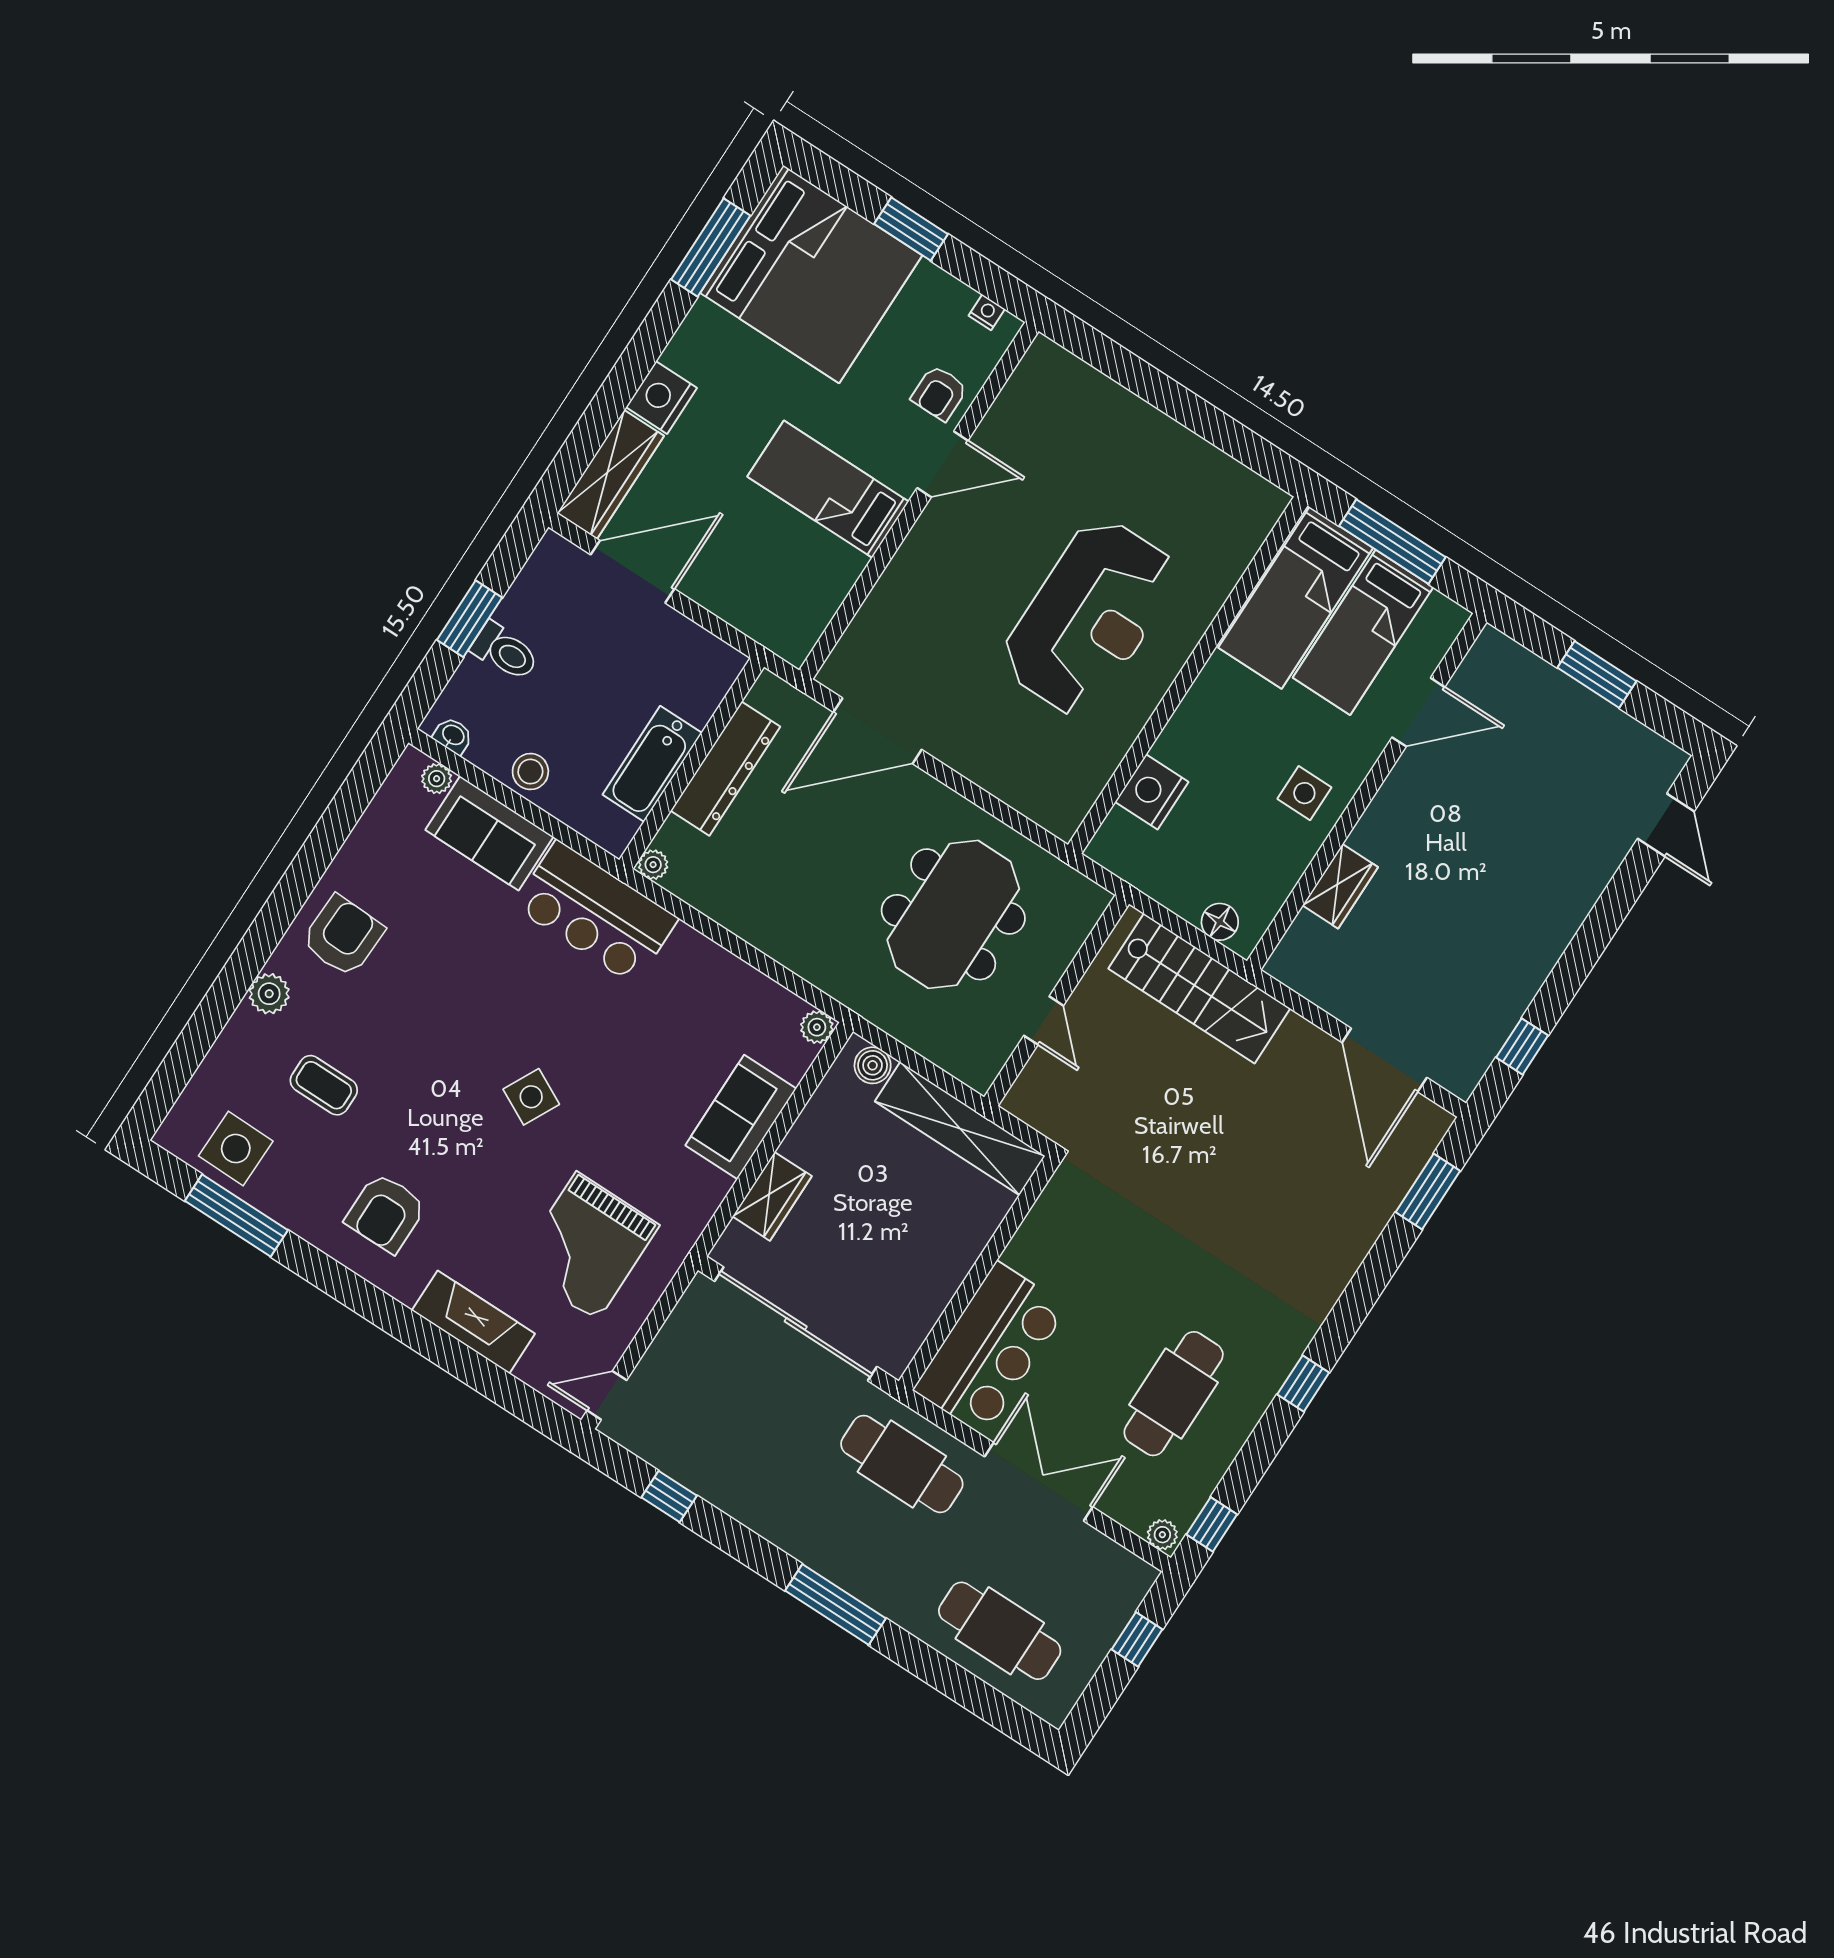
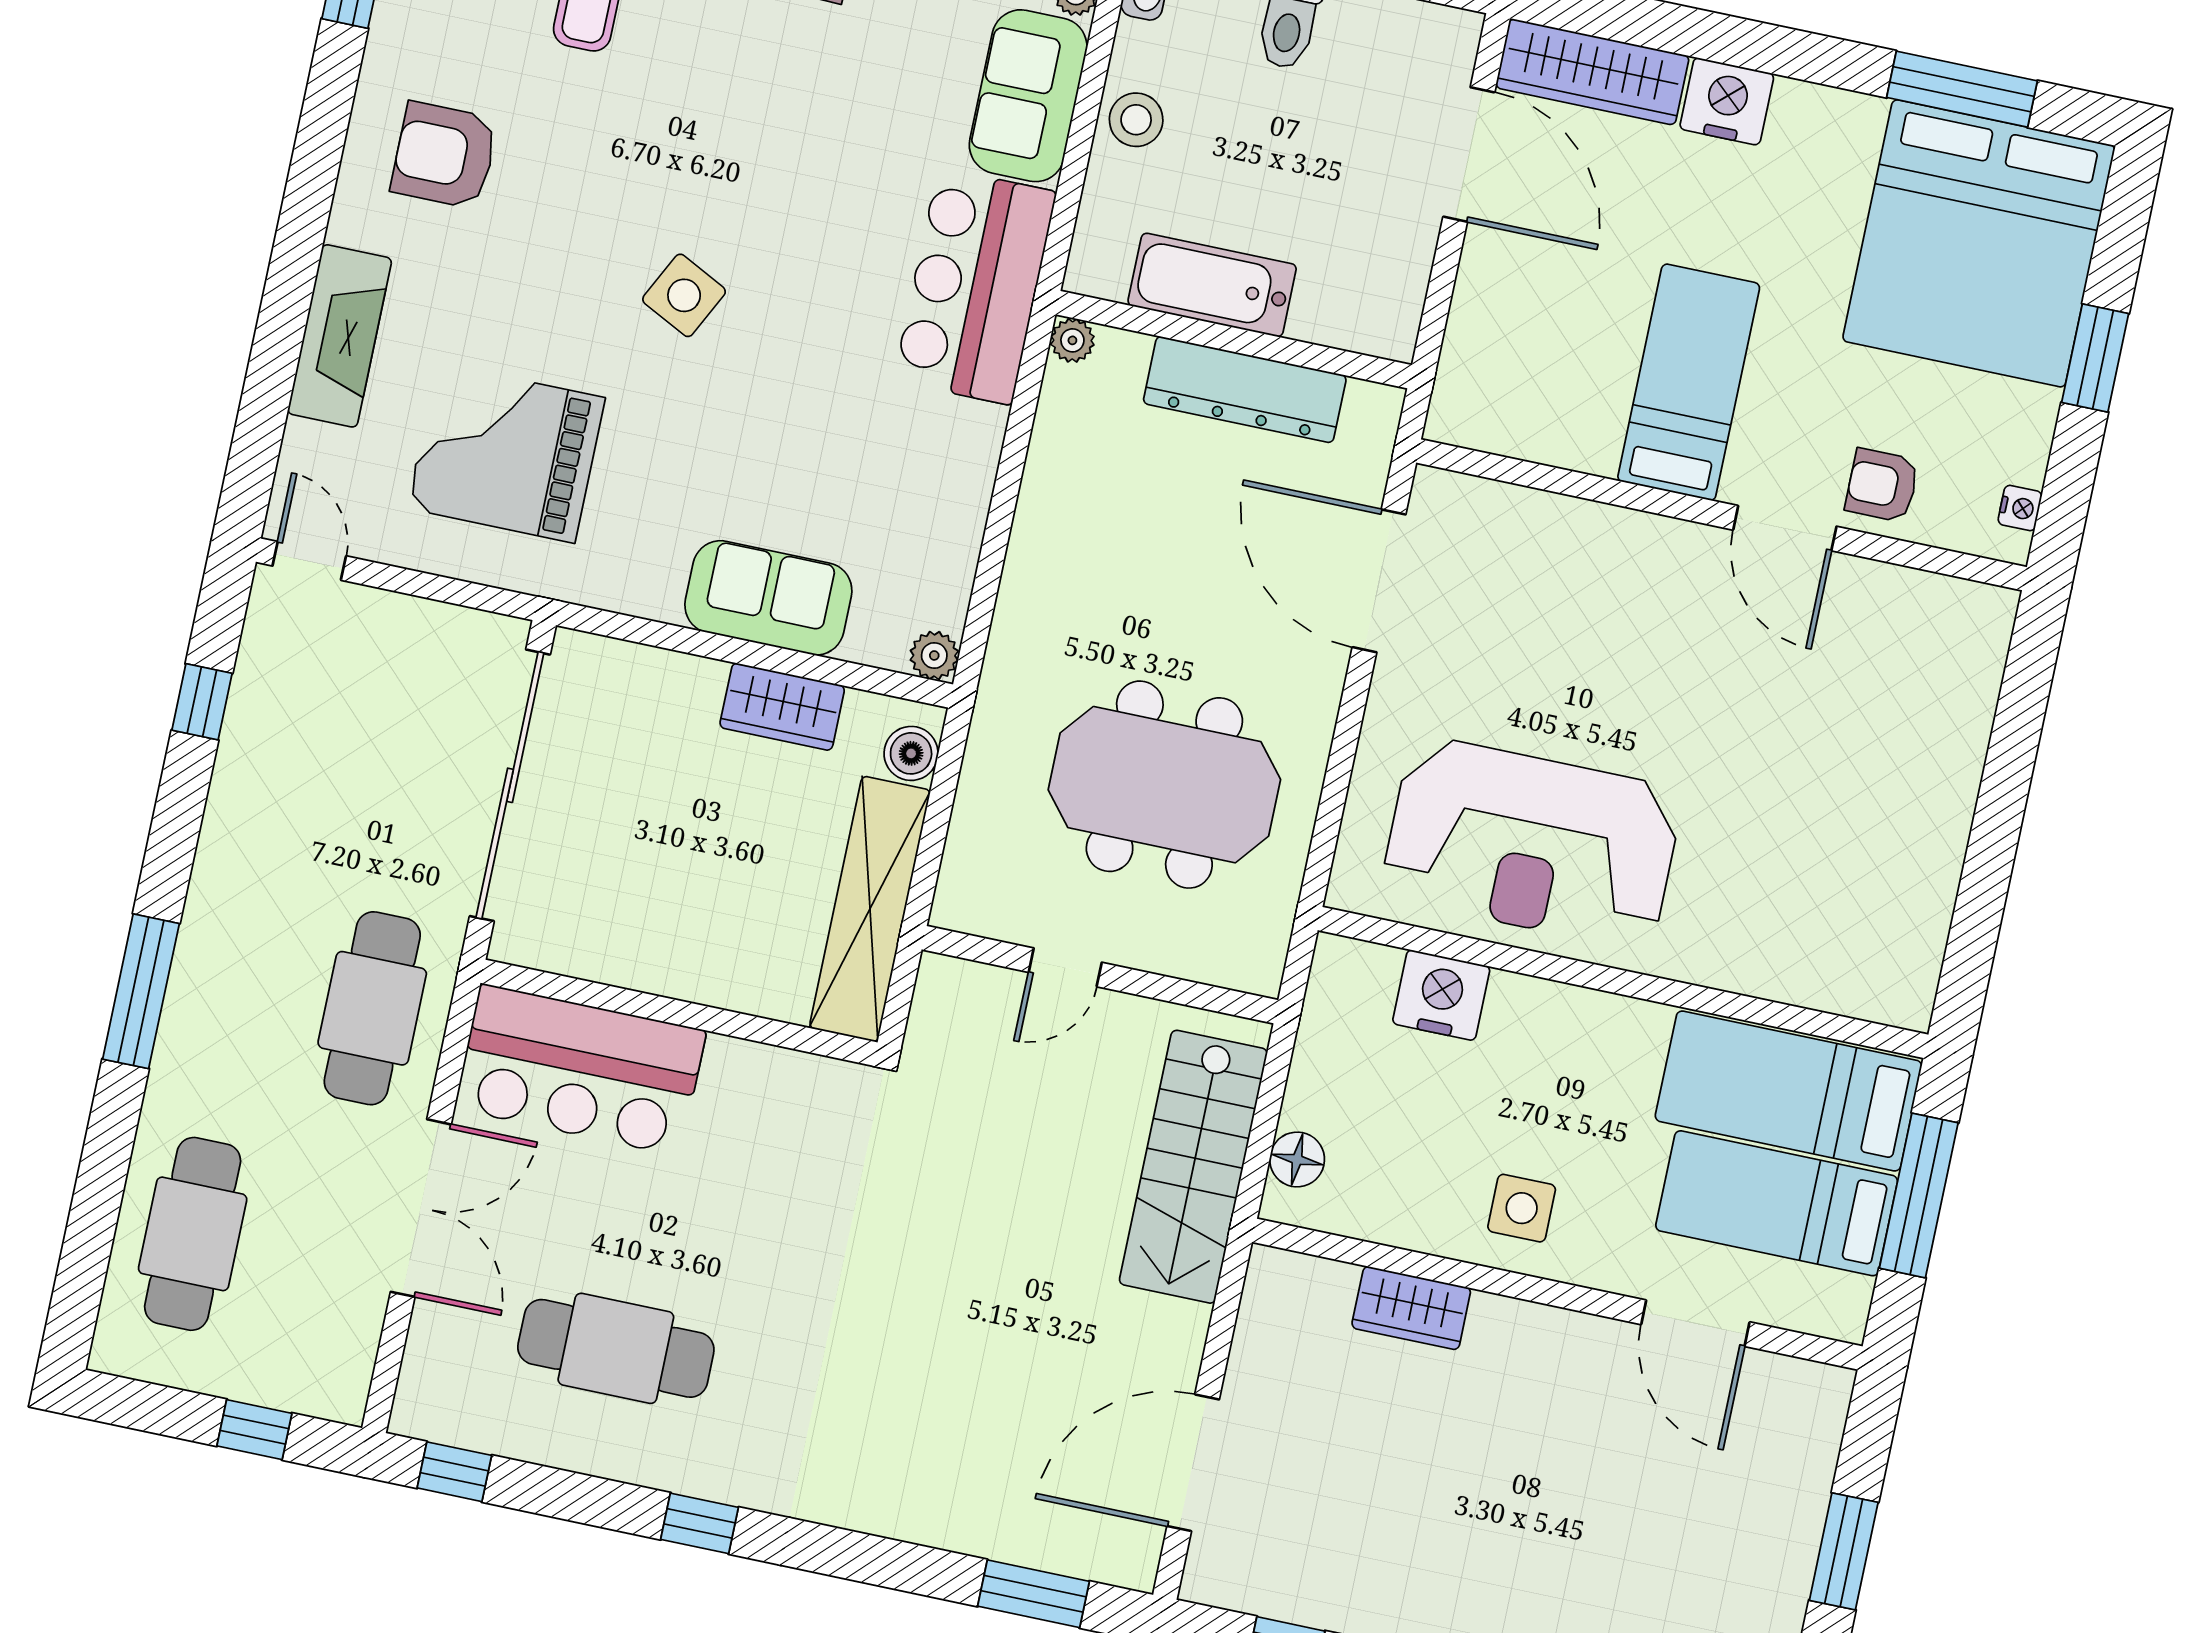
reception desk: (1090, 617) -> (1532, 843), moved
wardrobe: (772, 1196) -> (782, 707), moved
plant: (1162, 1535) -> (414, 1409), removed

